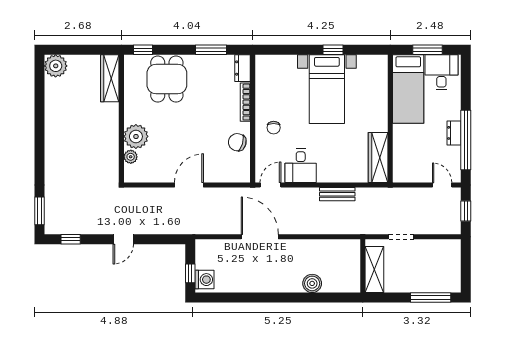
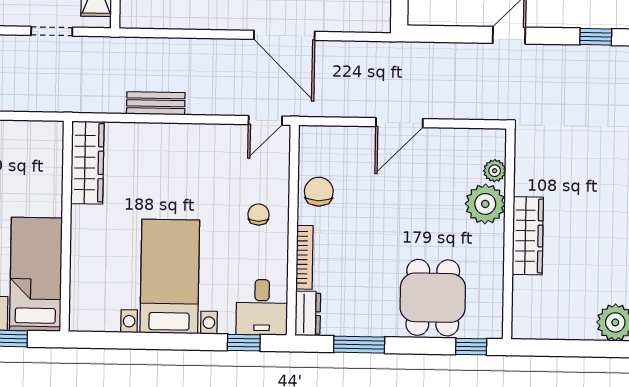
window: (333, 50) -> (244, 343), moved
wardrobe: (110, 78) -> (528, 236), moved
chair: (237, 142) -> (319, 192), turned -106
desk: (301, 166) -> (262, 307), moved, turned 180

